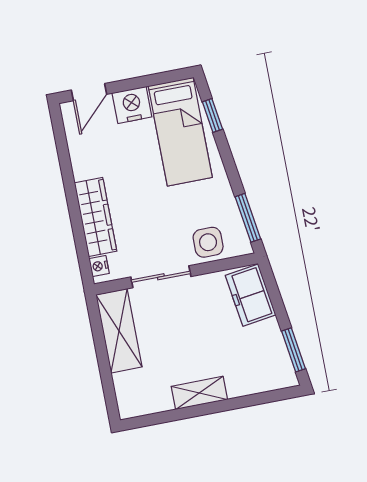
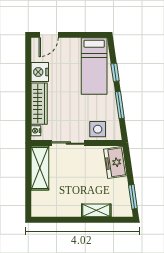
nightstand: (132, 105) -> (40, 72), moved, turned -90
window: (212, 116) -> (115, 72), moved
window: (248, 218) -> (120, 105), moved
shelving: (199, 393) -> (96, 210), moved

